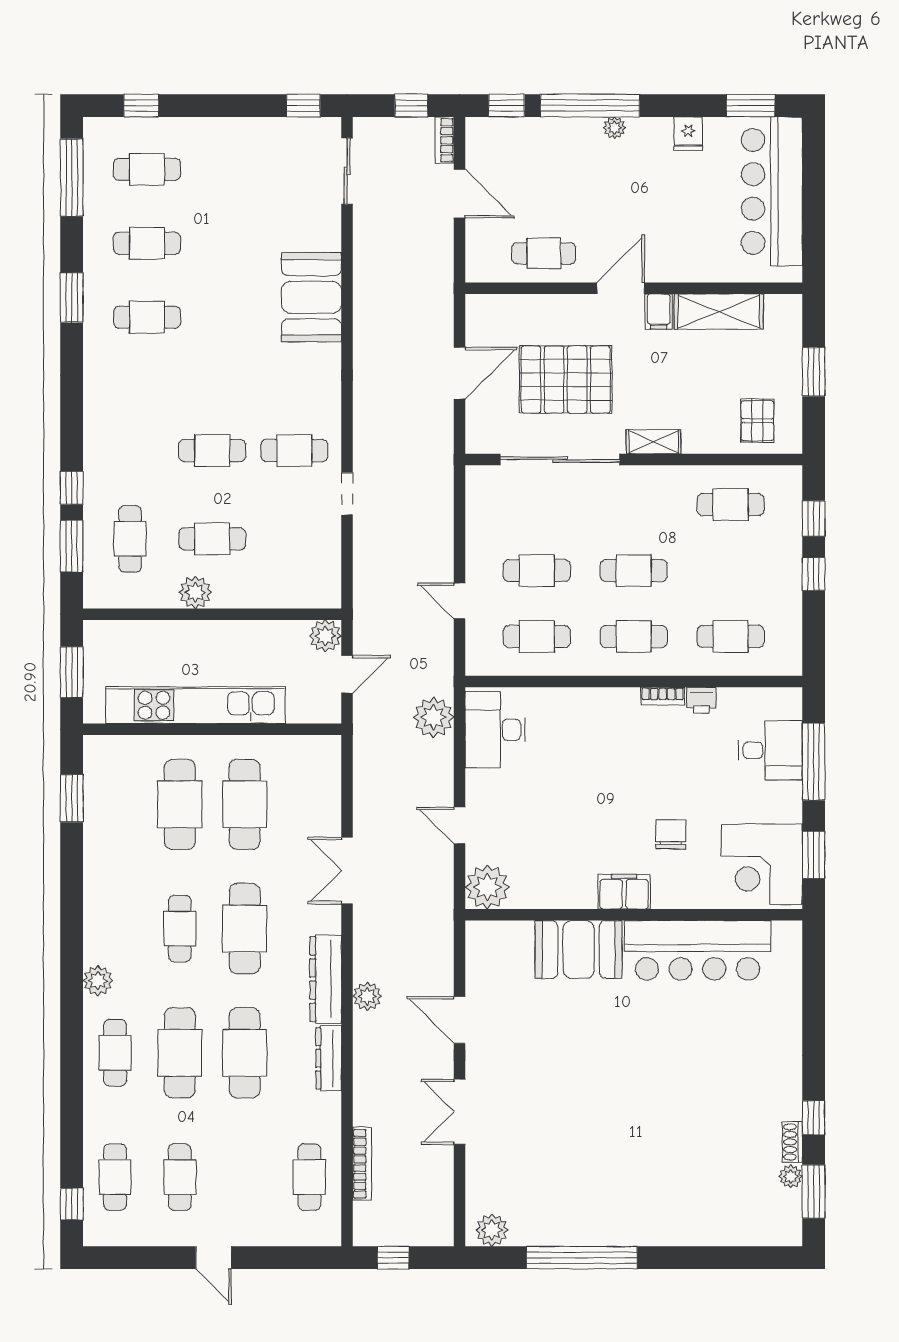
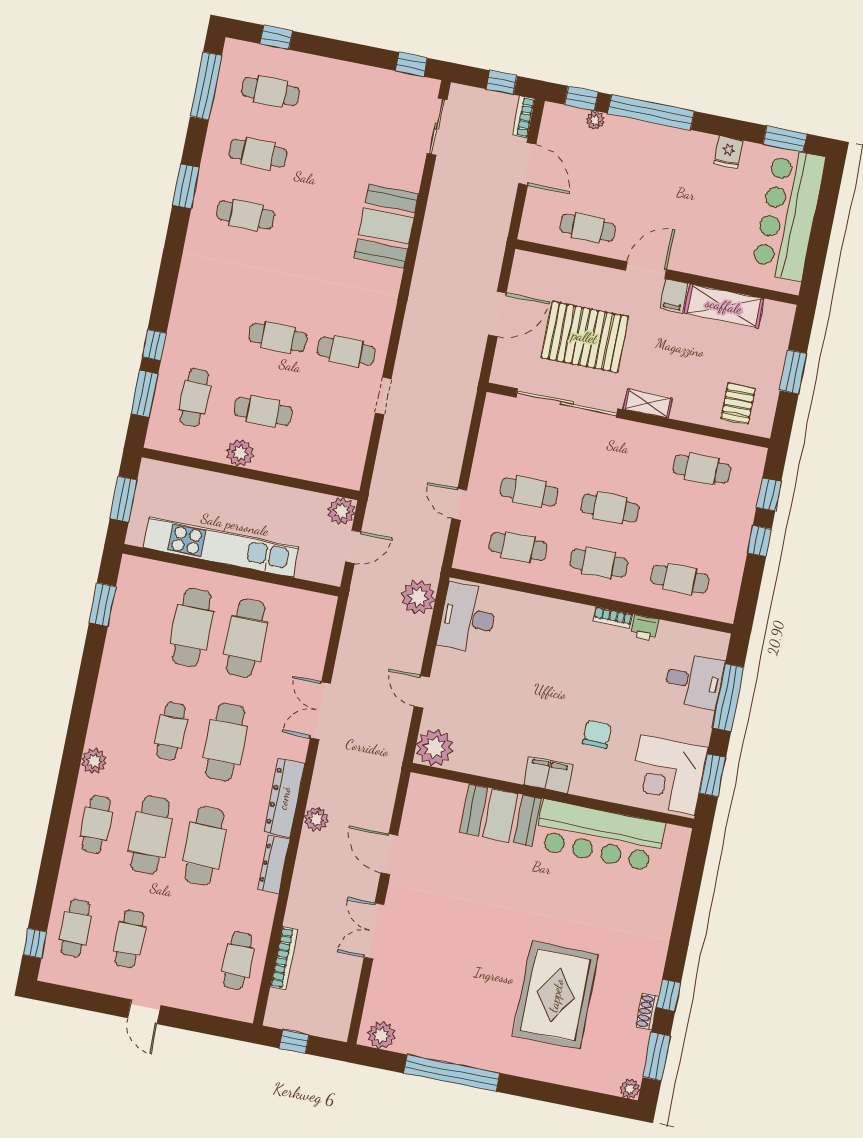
plant: (614, 128) -> (595, 120), moved
rug: (683, 1144) -> (556, 995), added
plant: (791, 1176) -> (630, 1089), moved

